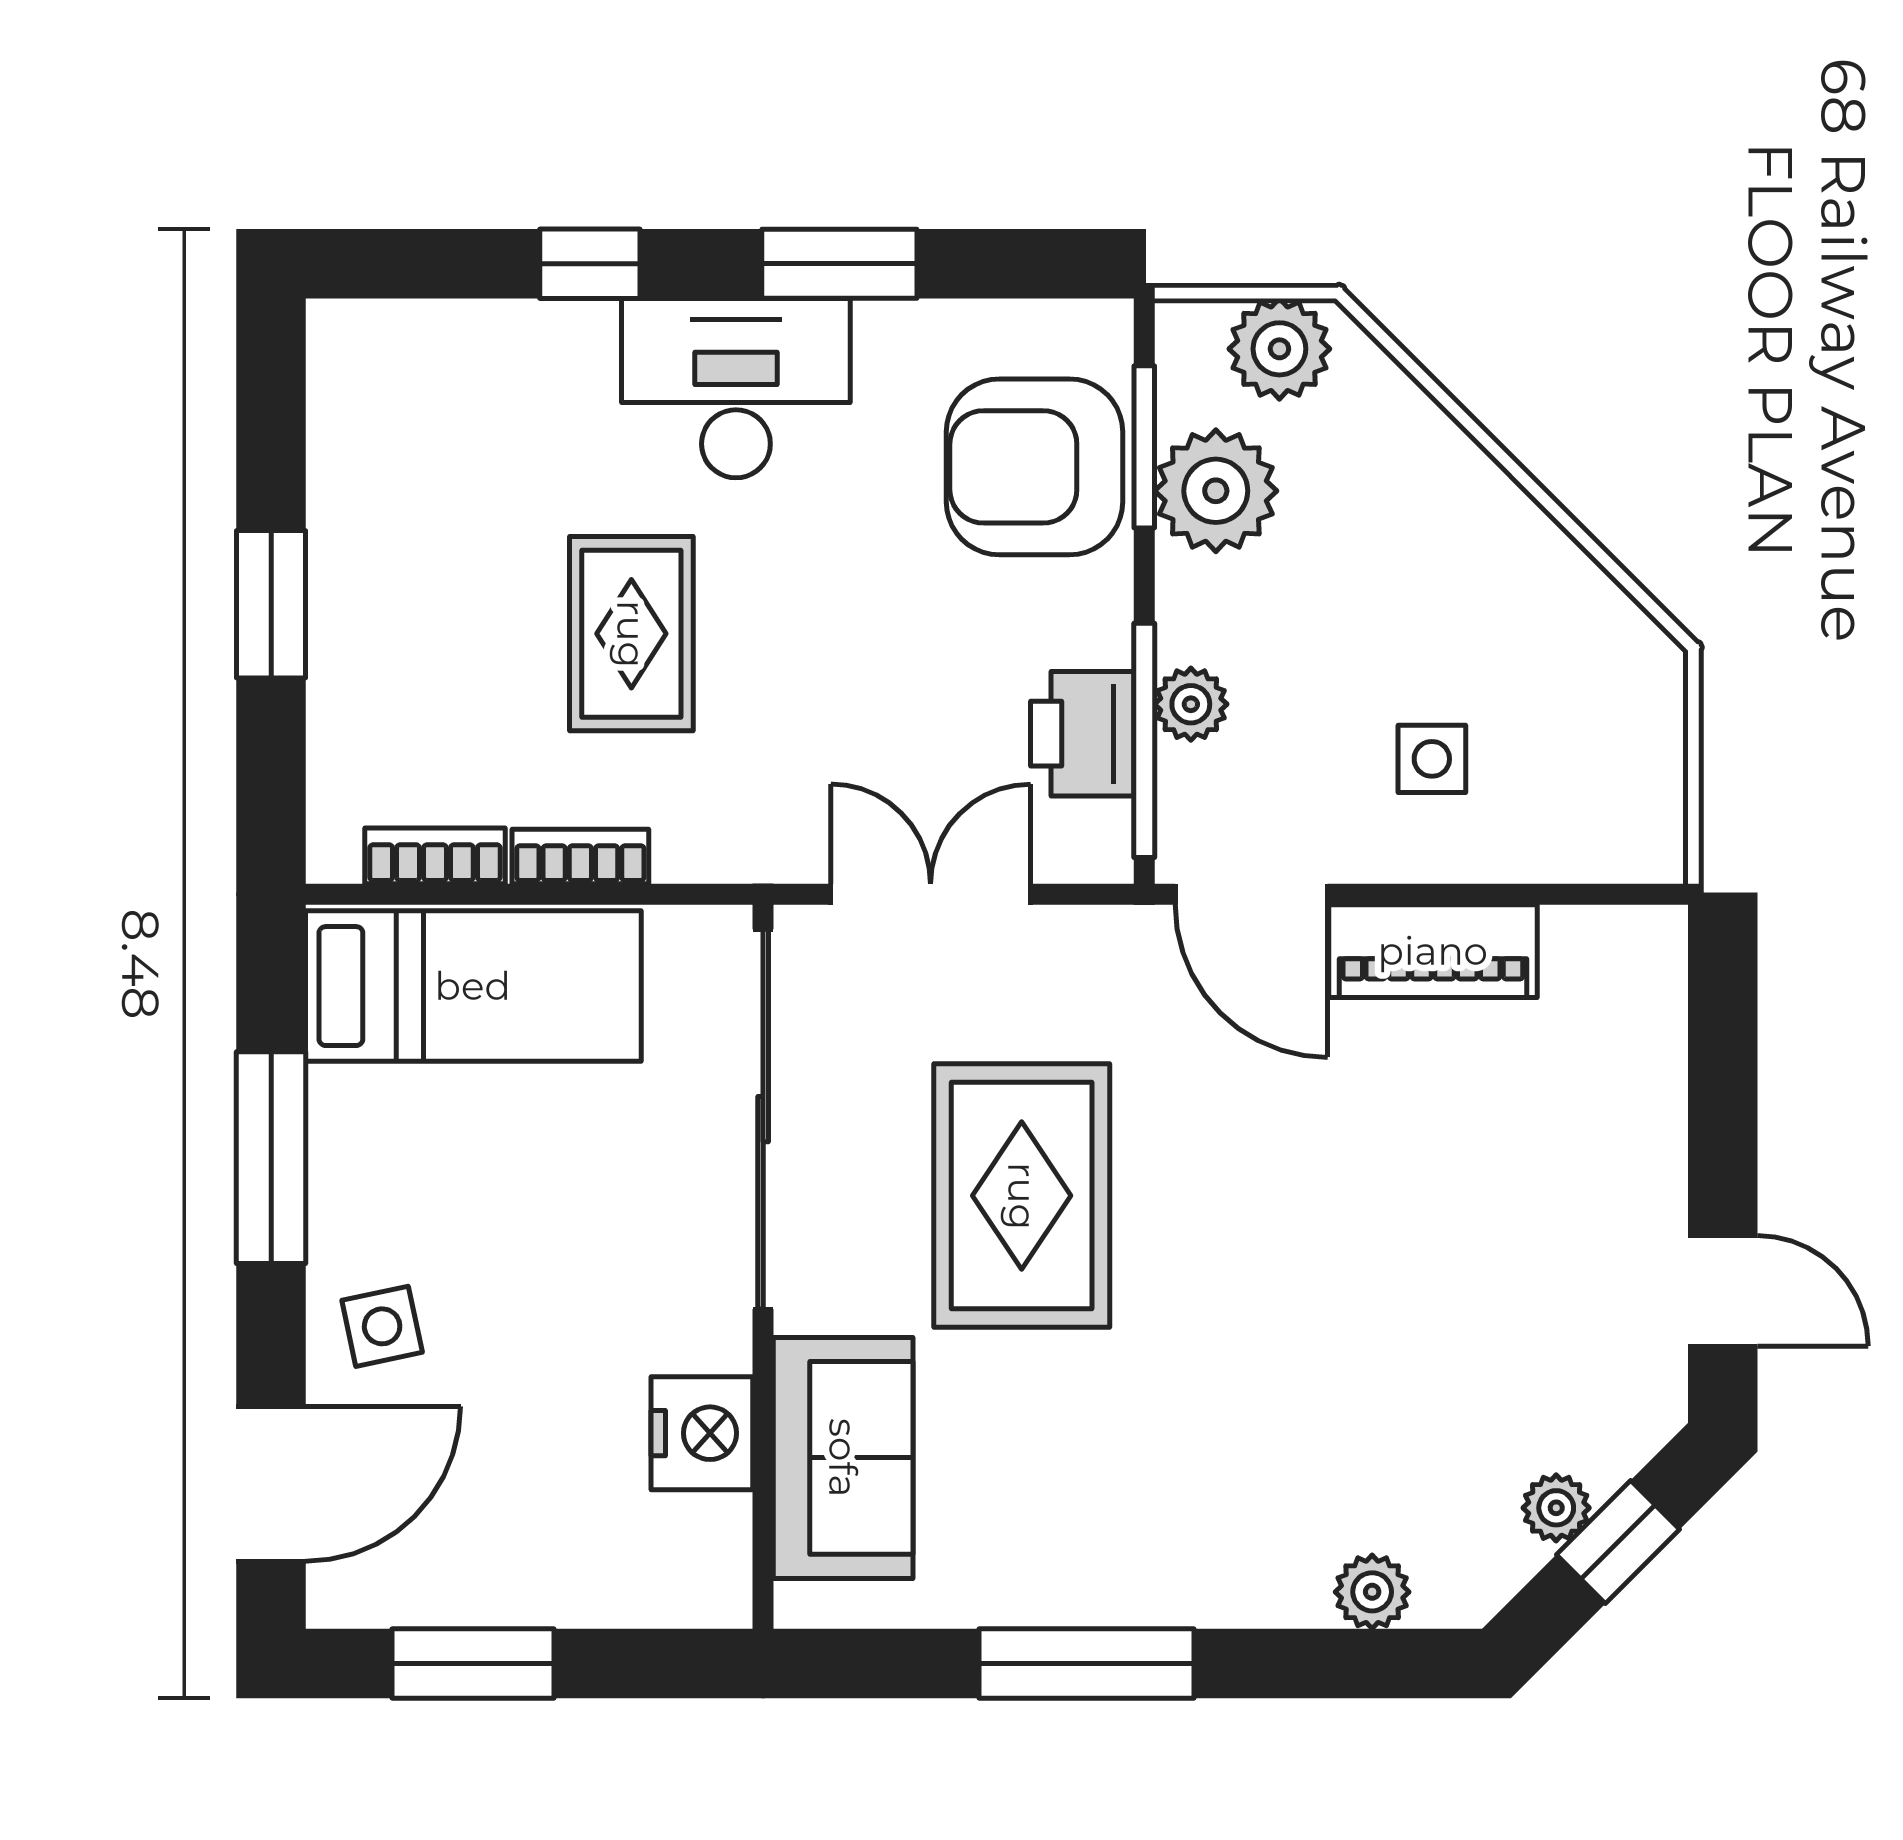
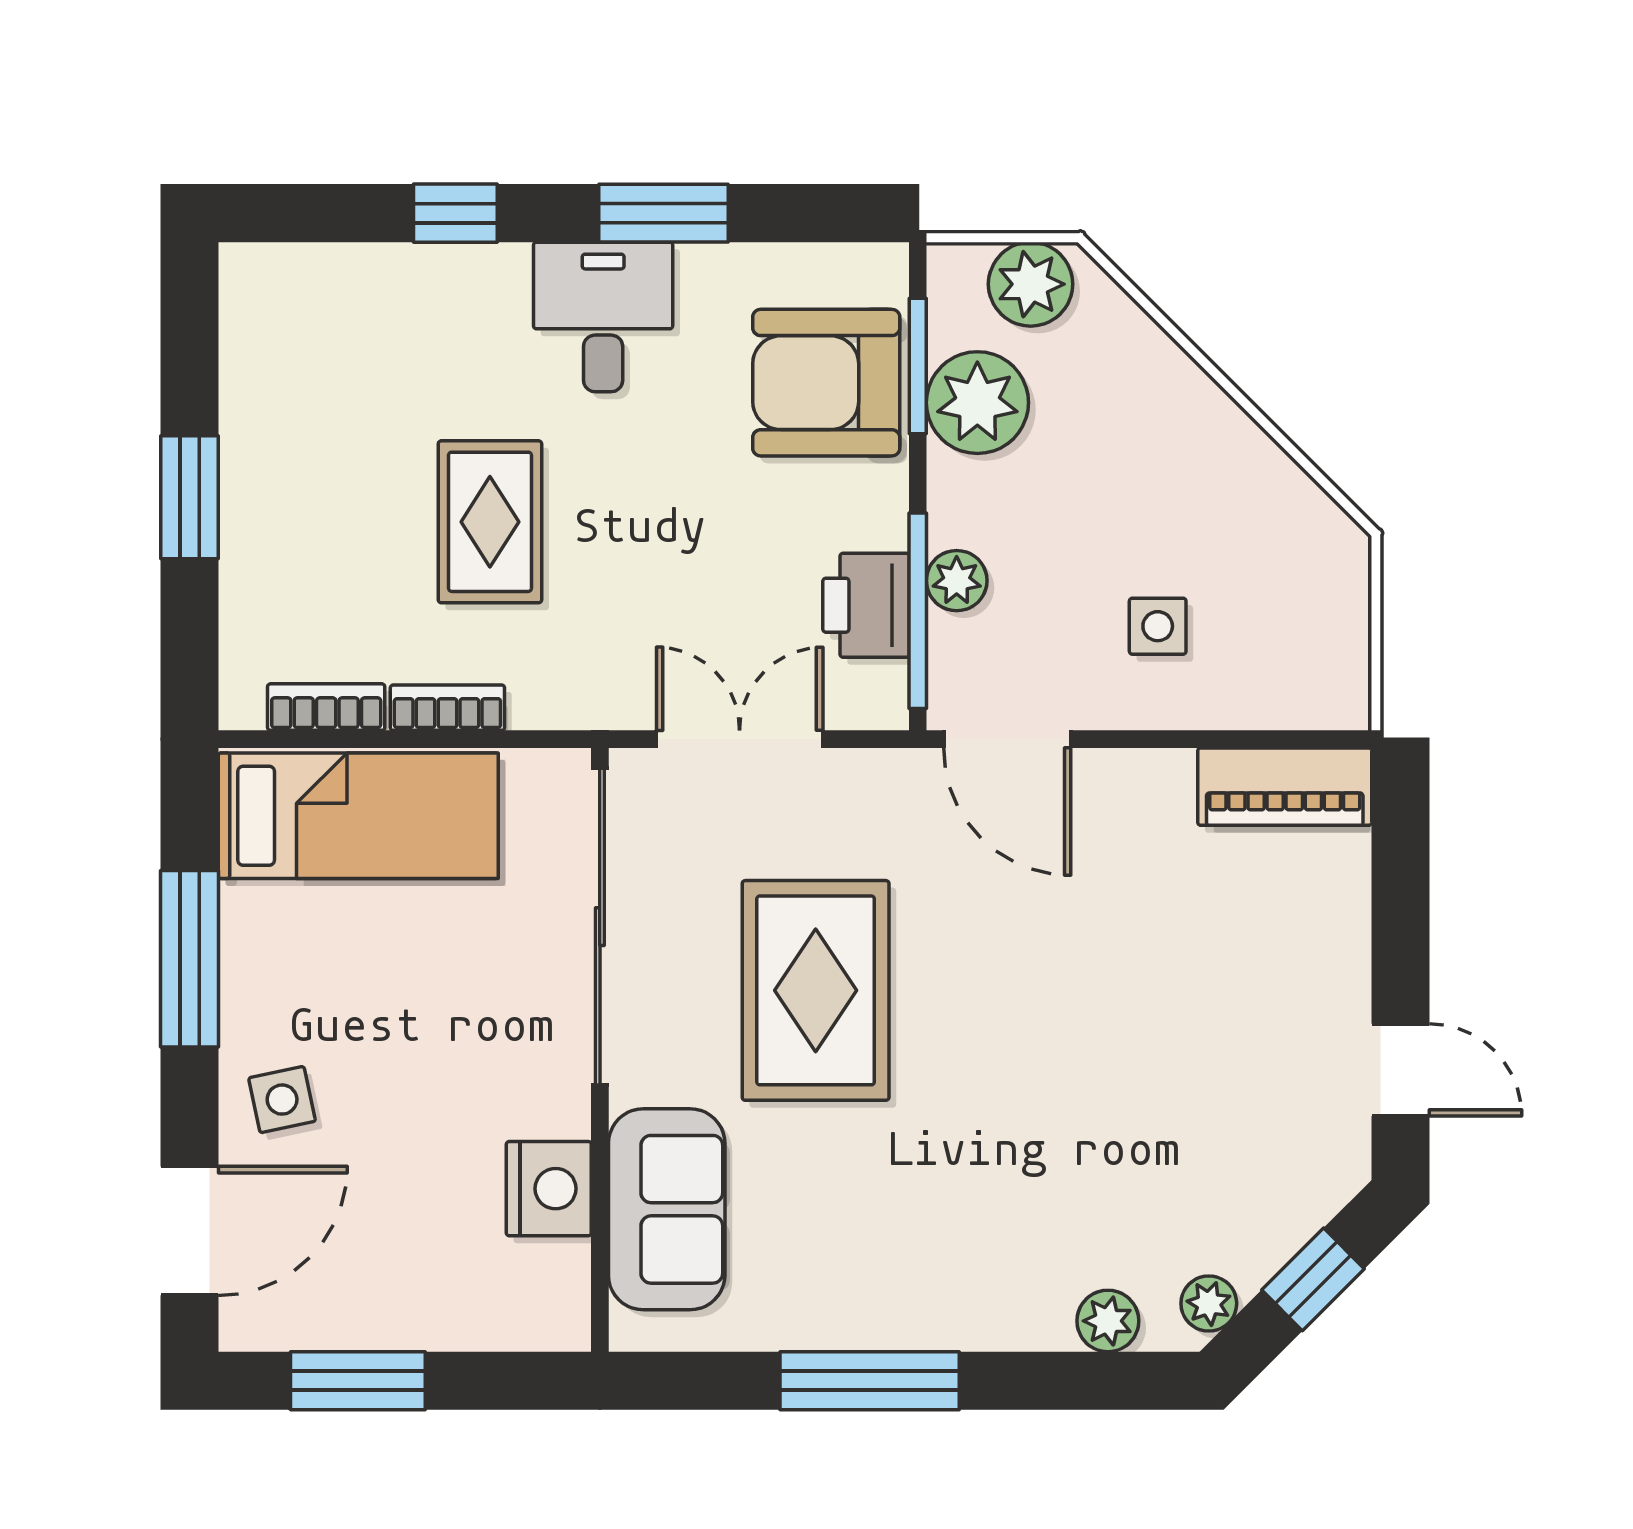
desk: (736, 388) -> (603, 317), width x0.73
piano: (1433, 951) -> (1285, 787), moved
plant: (1556, 1508) -> (1209, 1303), moved

